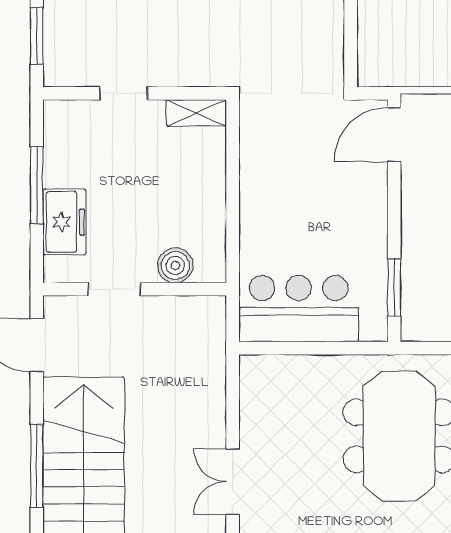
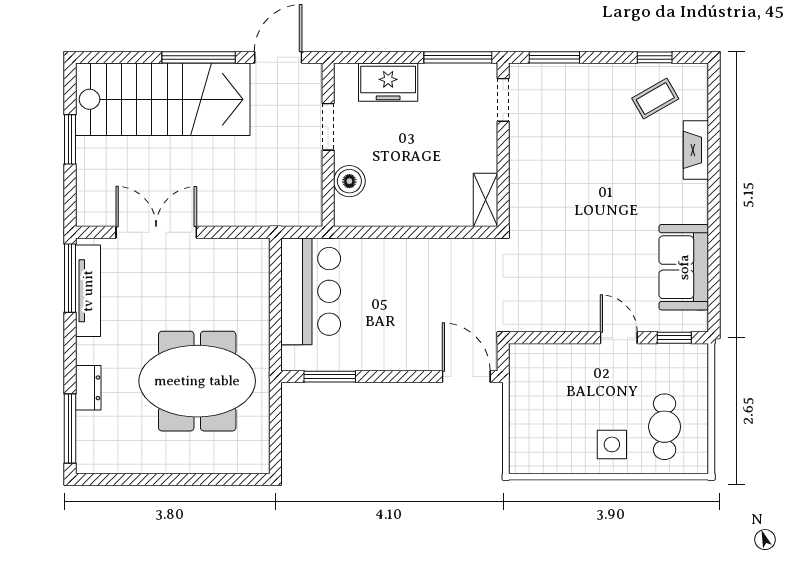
doorway: (124, 93) -> (503, 100), moved
window: (37, 185) -> (458, 57), moved
window: (37, 466) -> (199, 57), moved
double door: (233, 482) -> (156, 232), width x1.37

